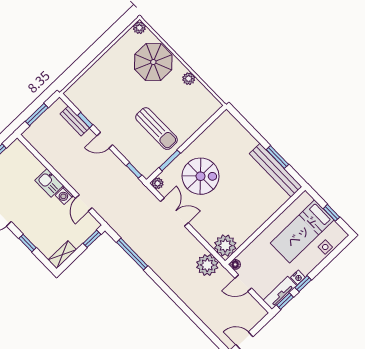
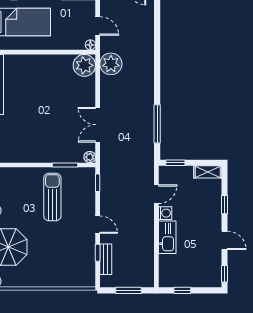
spiral stairs: (201, 176) -> (54, 132), removed
kitchen sink: (49, 183) -> (167, 237), width x1.38

